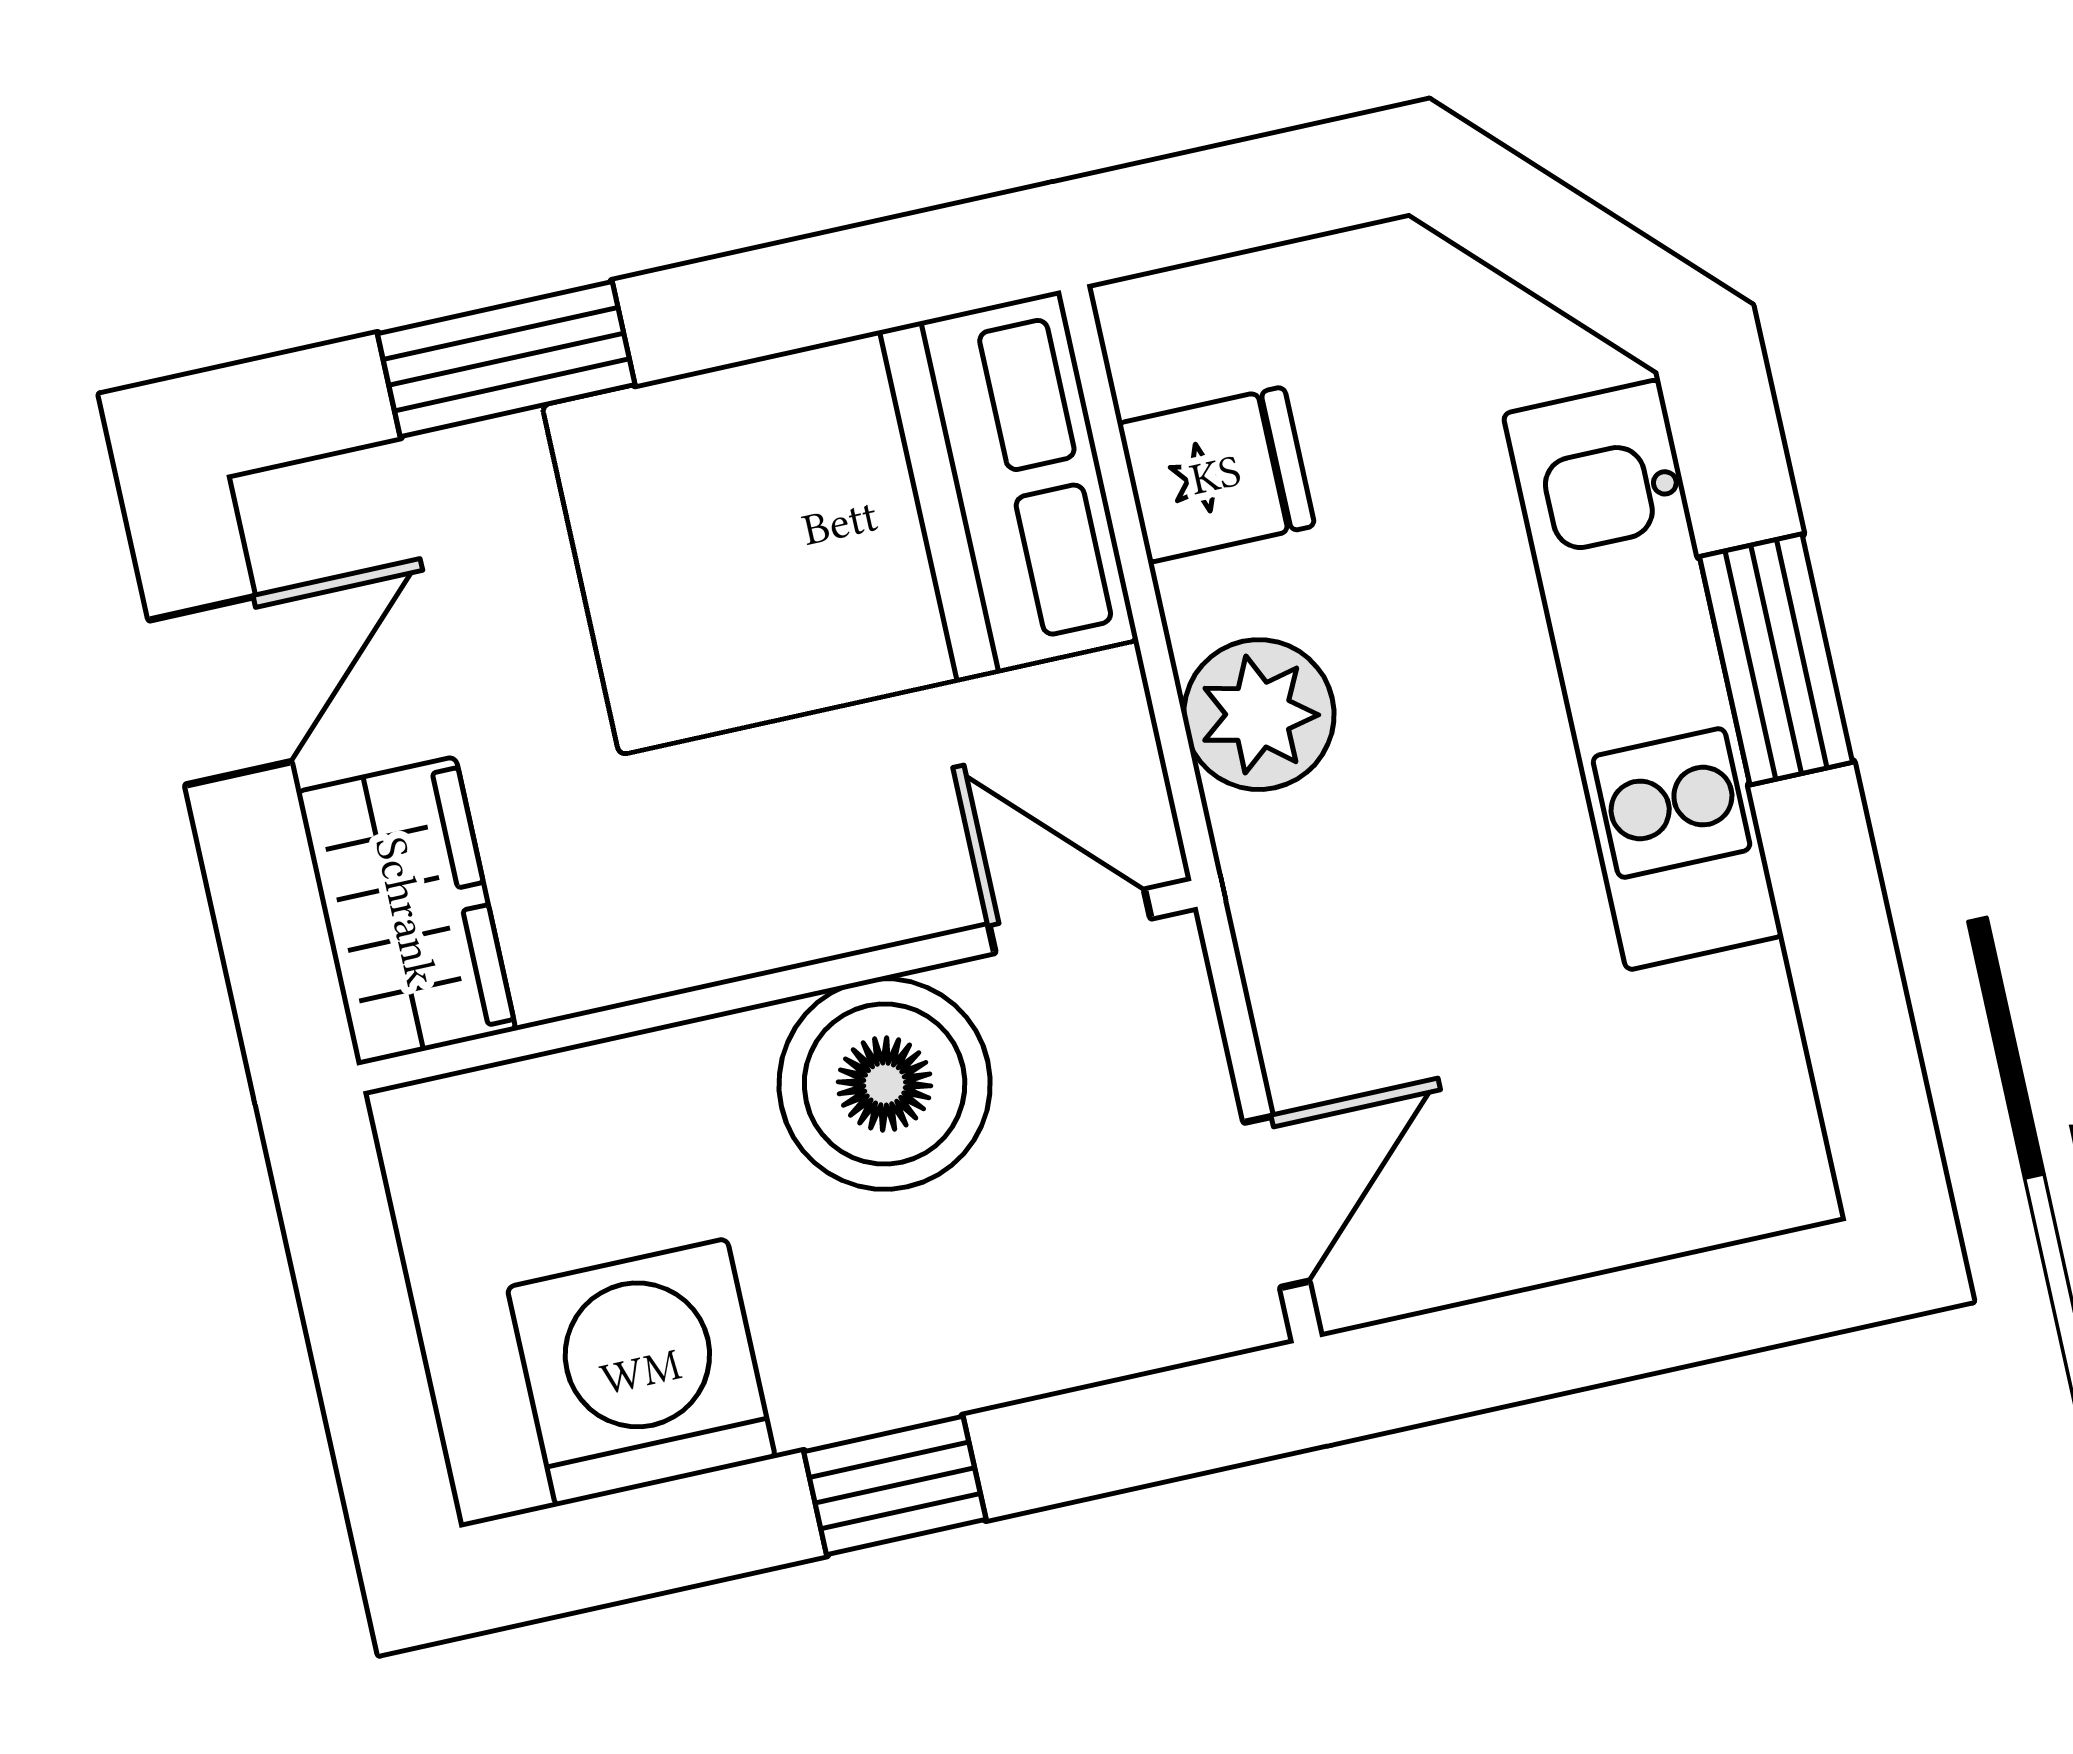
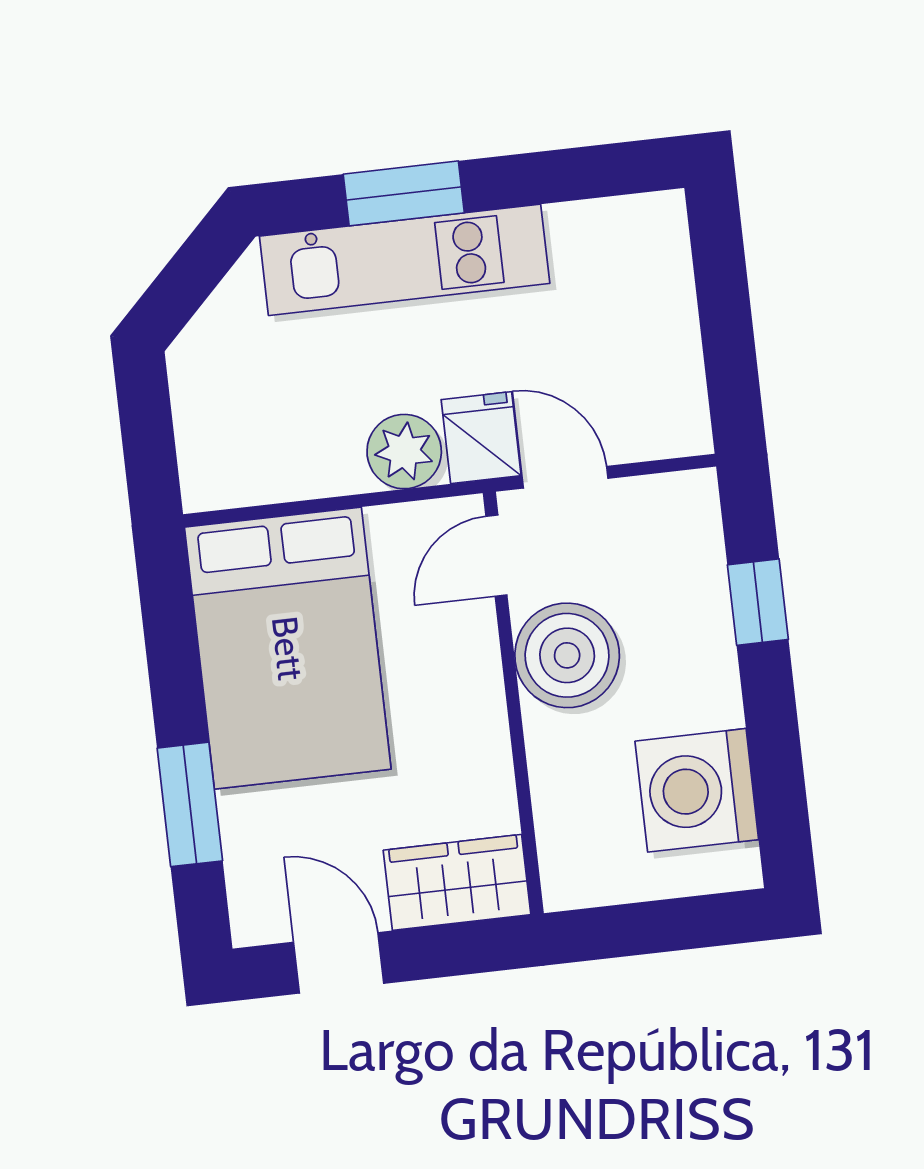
fridge: (1216, 475) -> (481, 438), moved
door: (1276, 1202) -> (565, 477), moved
window: (895, 1486) -> (758, 602), moved

